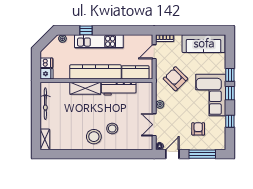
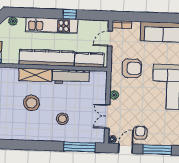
window: (86, 30) -> (70, 14), moved
armchair: (175, 79) -> (132, 68), turned 135
armchair: (198, 129) -> (140, 133), moved
stool: (94, 137) -> (31, 103), moved
window: (129, 154) -> (80, 147), added

